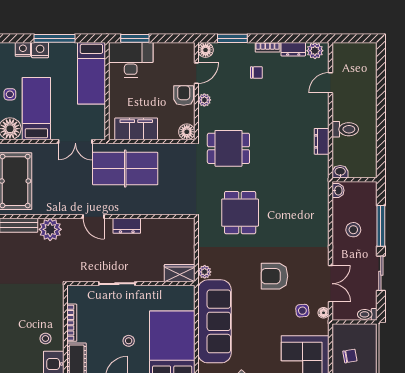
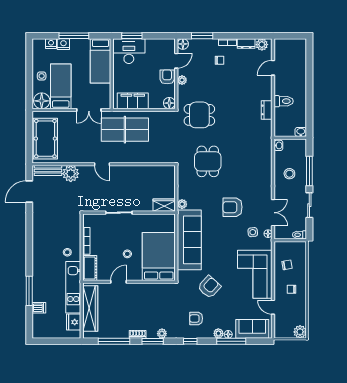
washbasin: (340, 172) -> (301, 132), moved
dresser: (127, 226) -> (126, 171), removed

